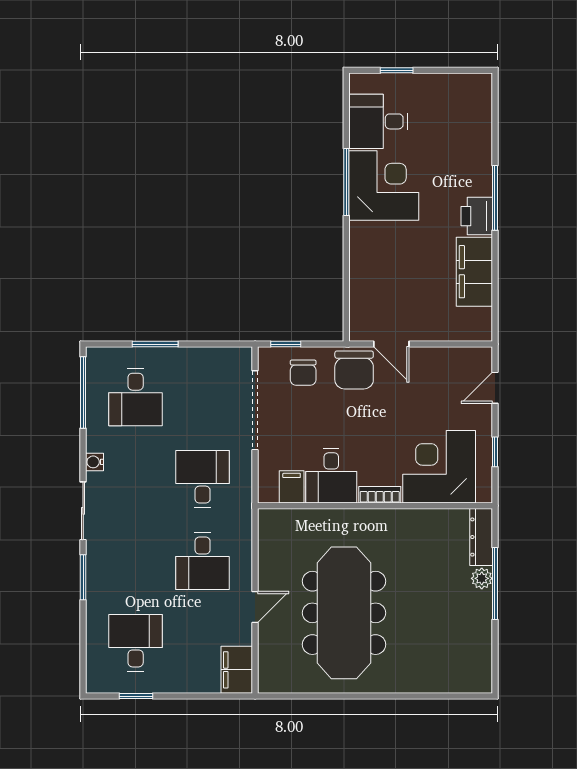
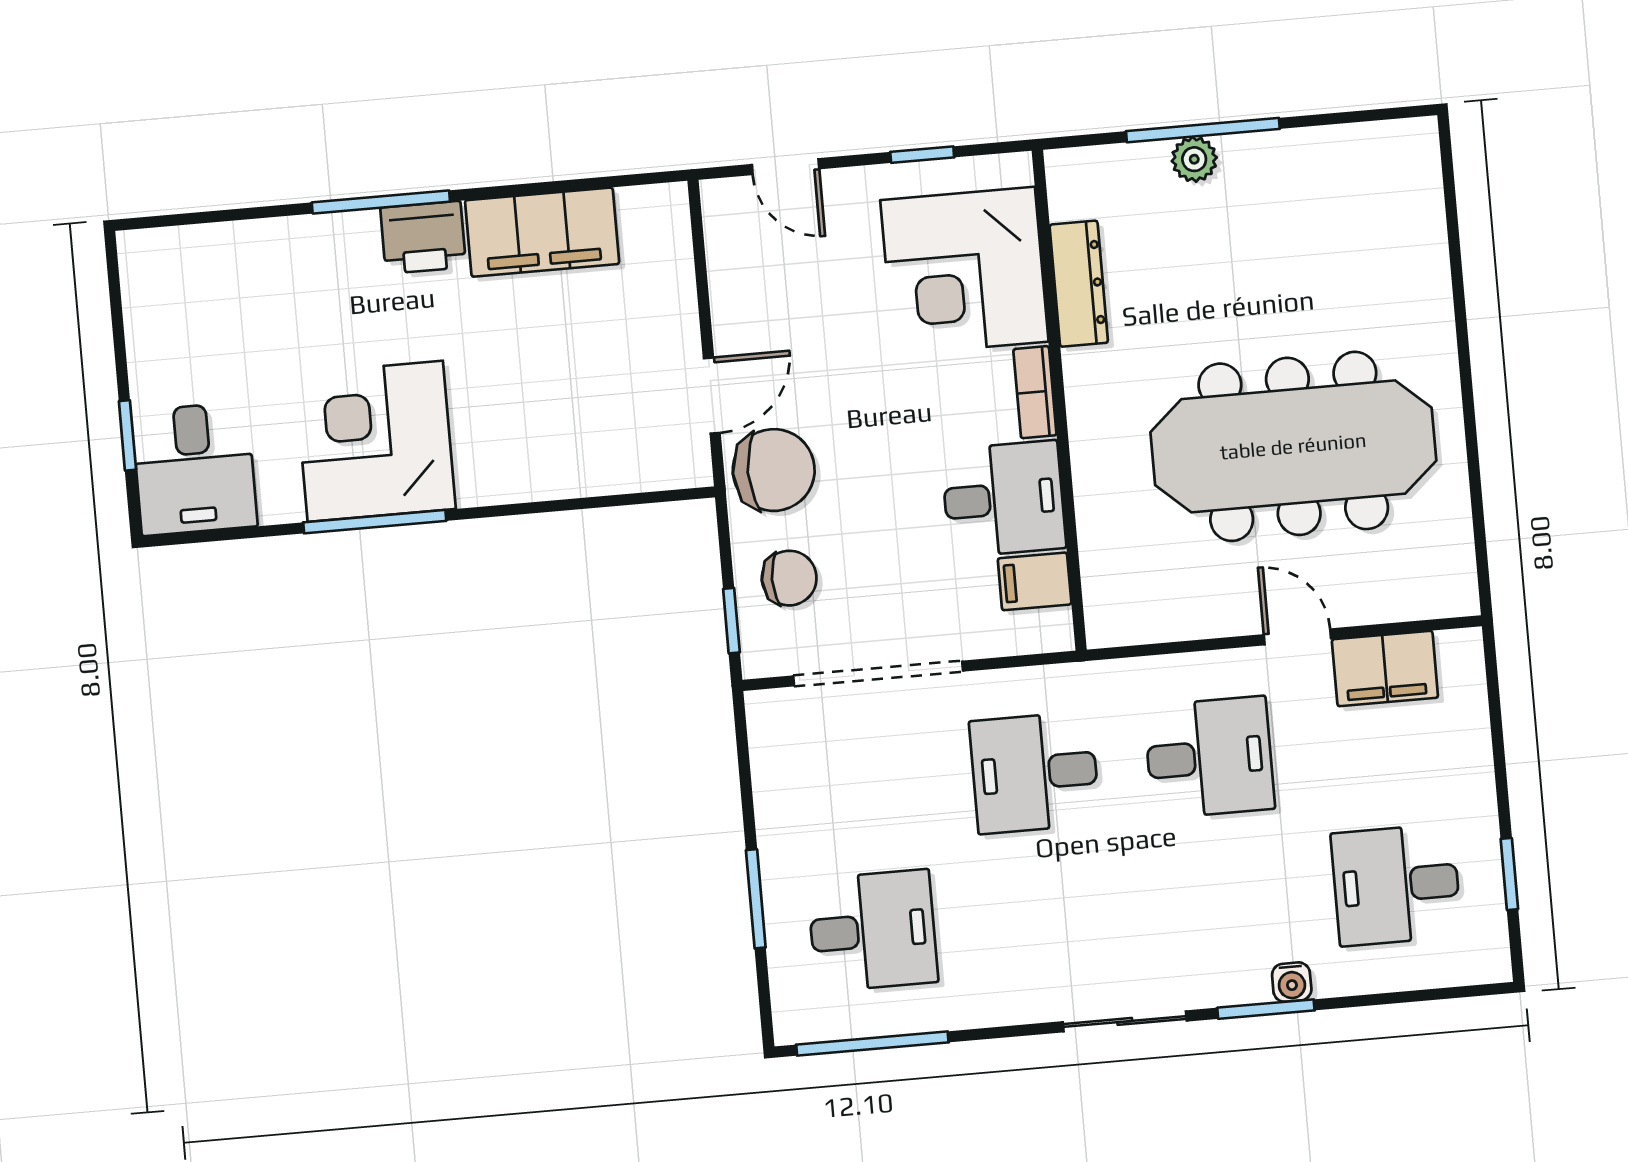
desk: (378, 121) -> (194, 469), moved
water cooler: (95, 462) -> (1292, 982), moved
dresser: (481, 537) -> (1079, 284), moved, turned -90
filing cabinet: (237, 670) -> (1385, 669), moved

